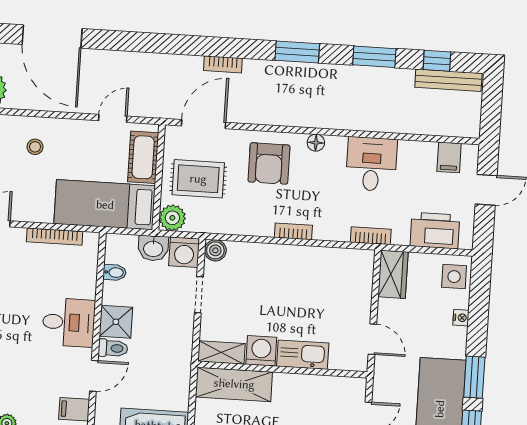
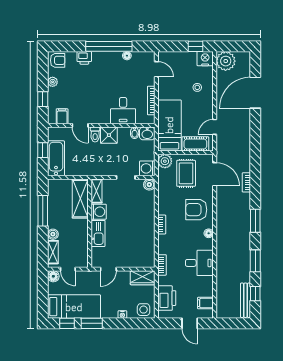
door: (113, 118) -> (215, 127), swing flipped
washbasin: (153, 248) -> (147, 133), moved, turned -90
desk: (69, 322) -> (123, 111), moved

